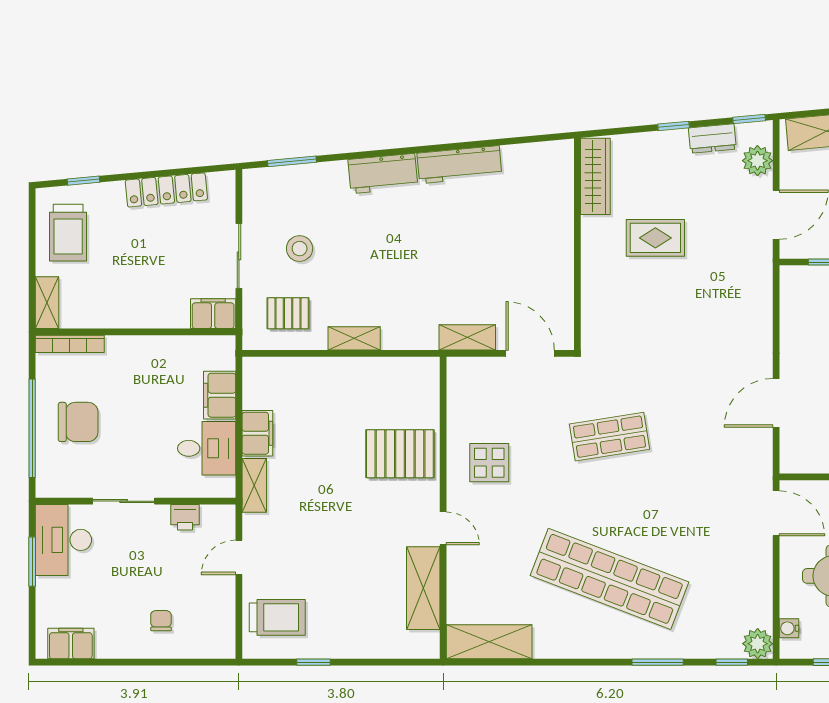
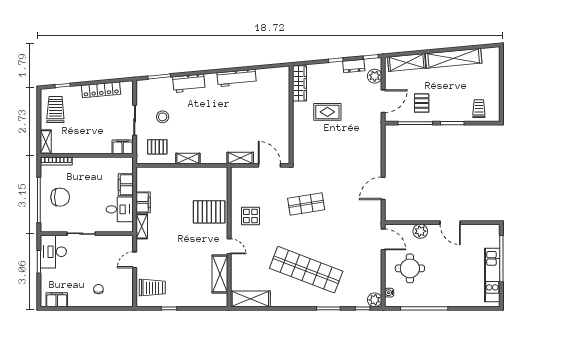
workbench: (383, 174) -> (189, 83), moved
trolley: (68, 233) -> (55, 109), turned 180
printer: (185, 517) -> (110, 241), removed

